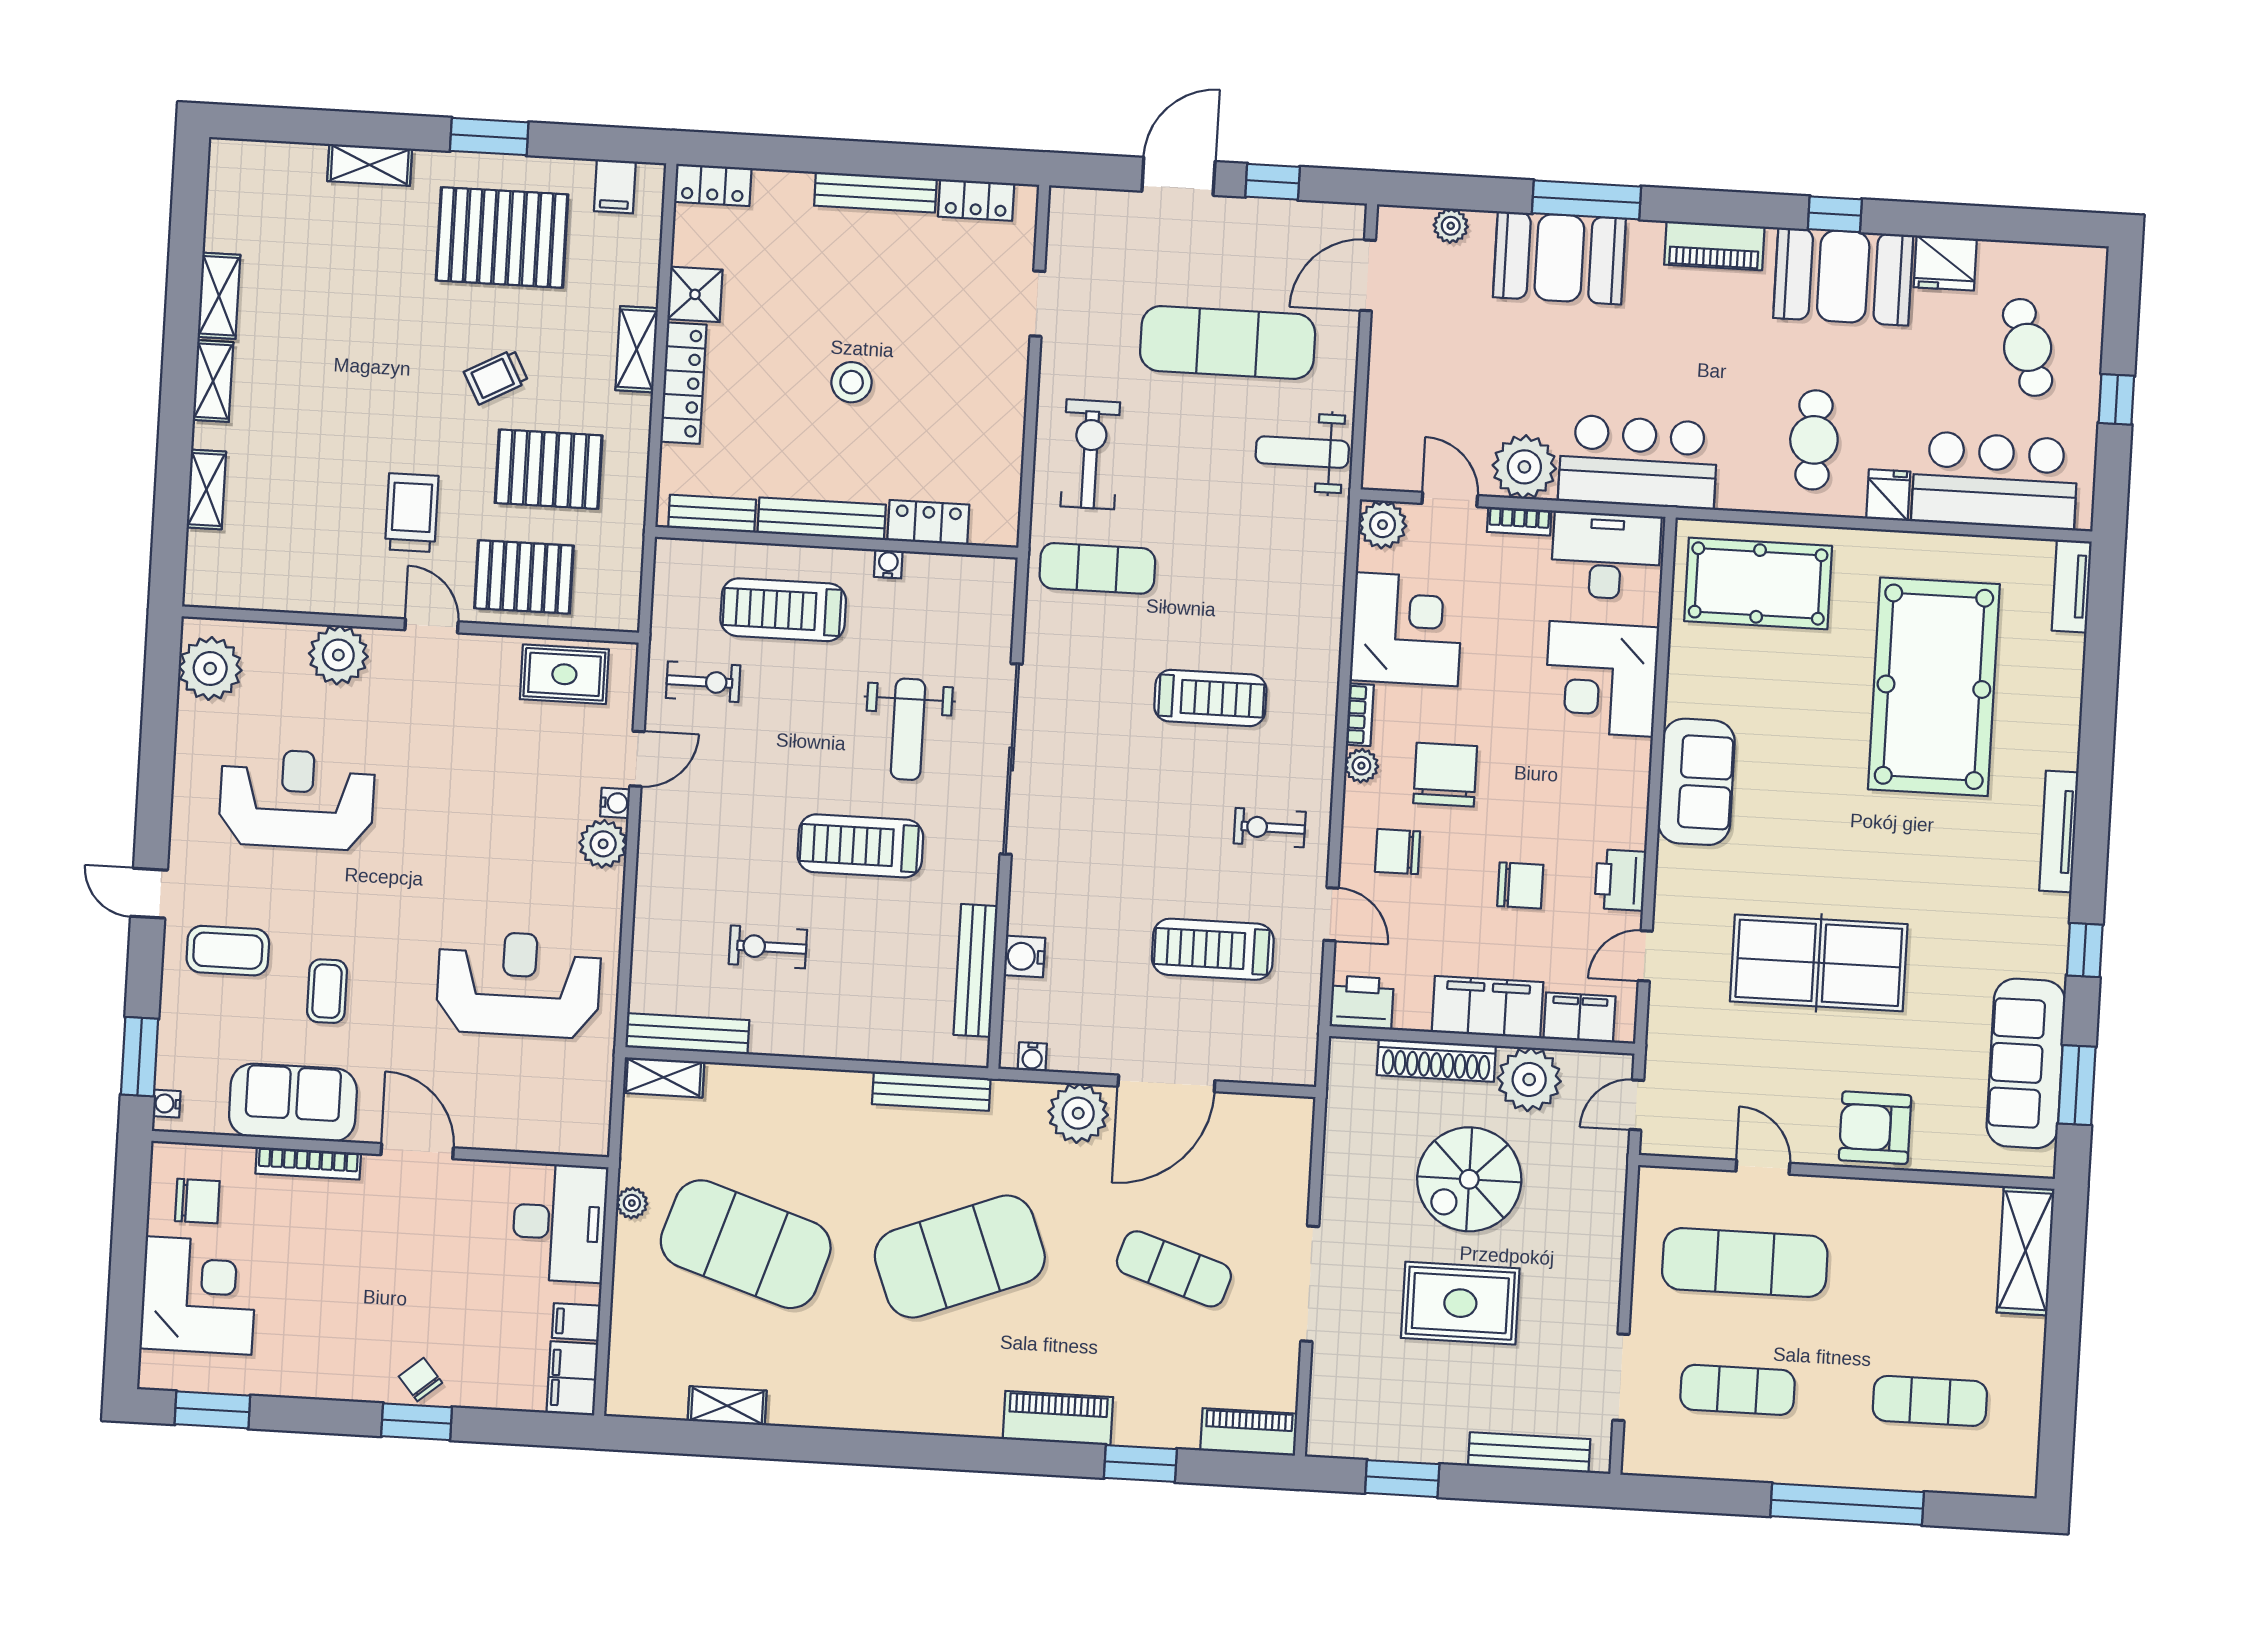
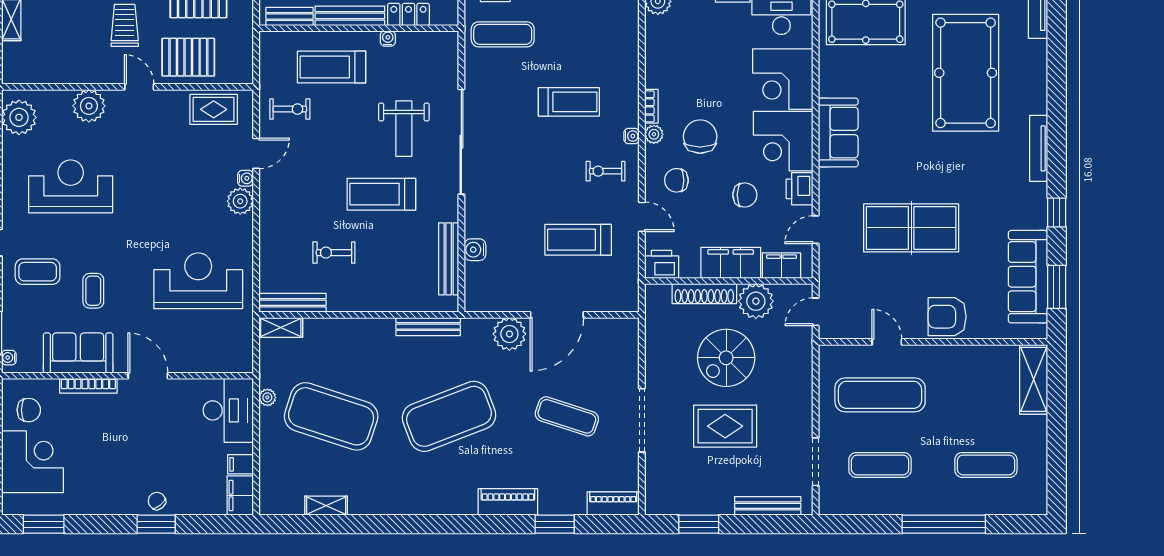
corner desk: (1407, 629) -> (783, 141), moved, turned 180
water cooler: (1032, 1057) -> (632, 136), moved, turned -90

